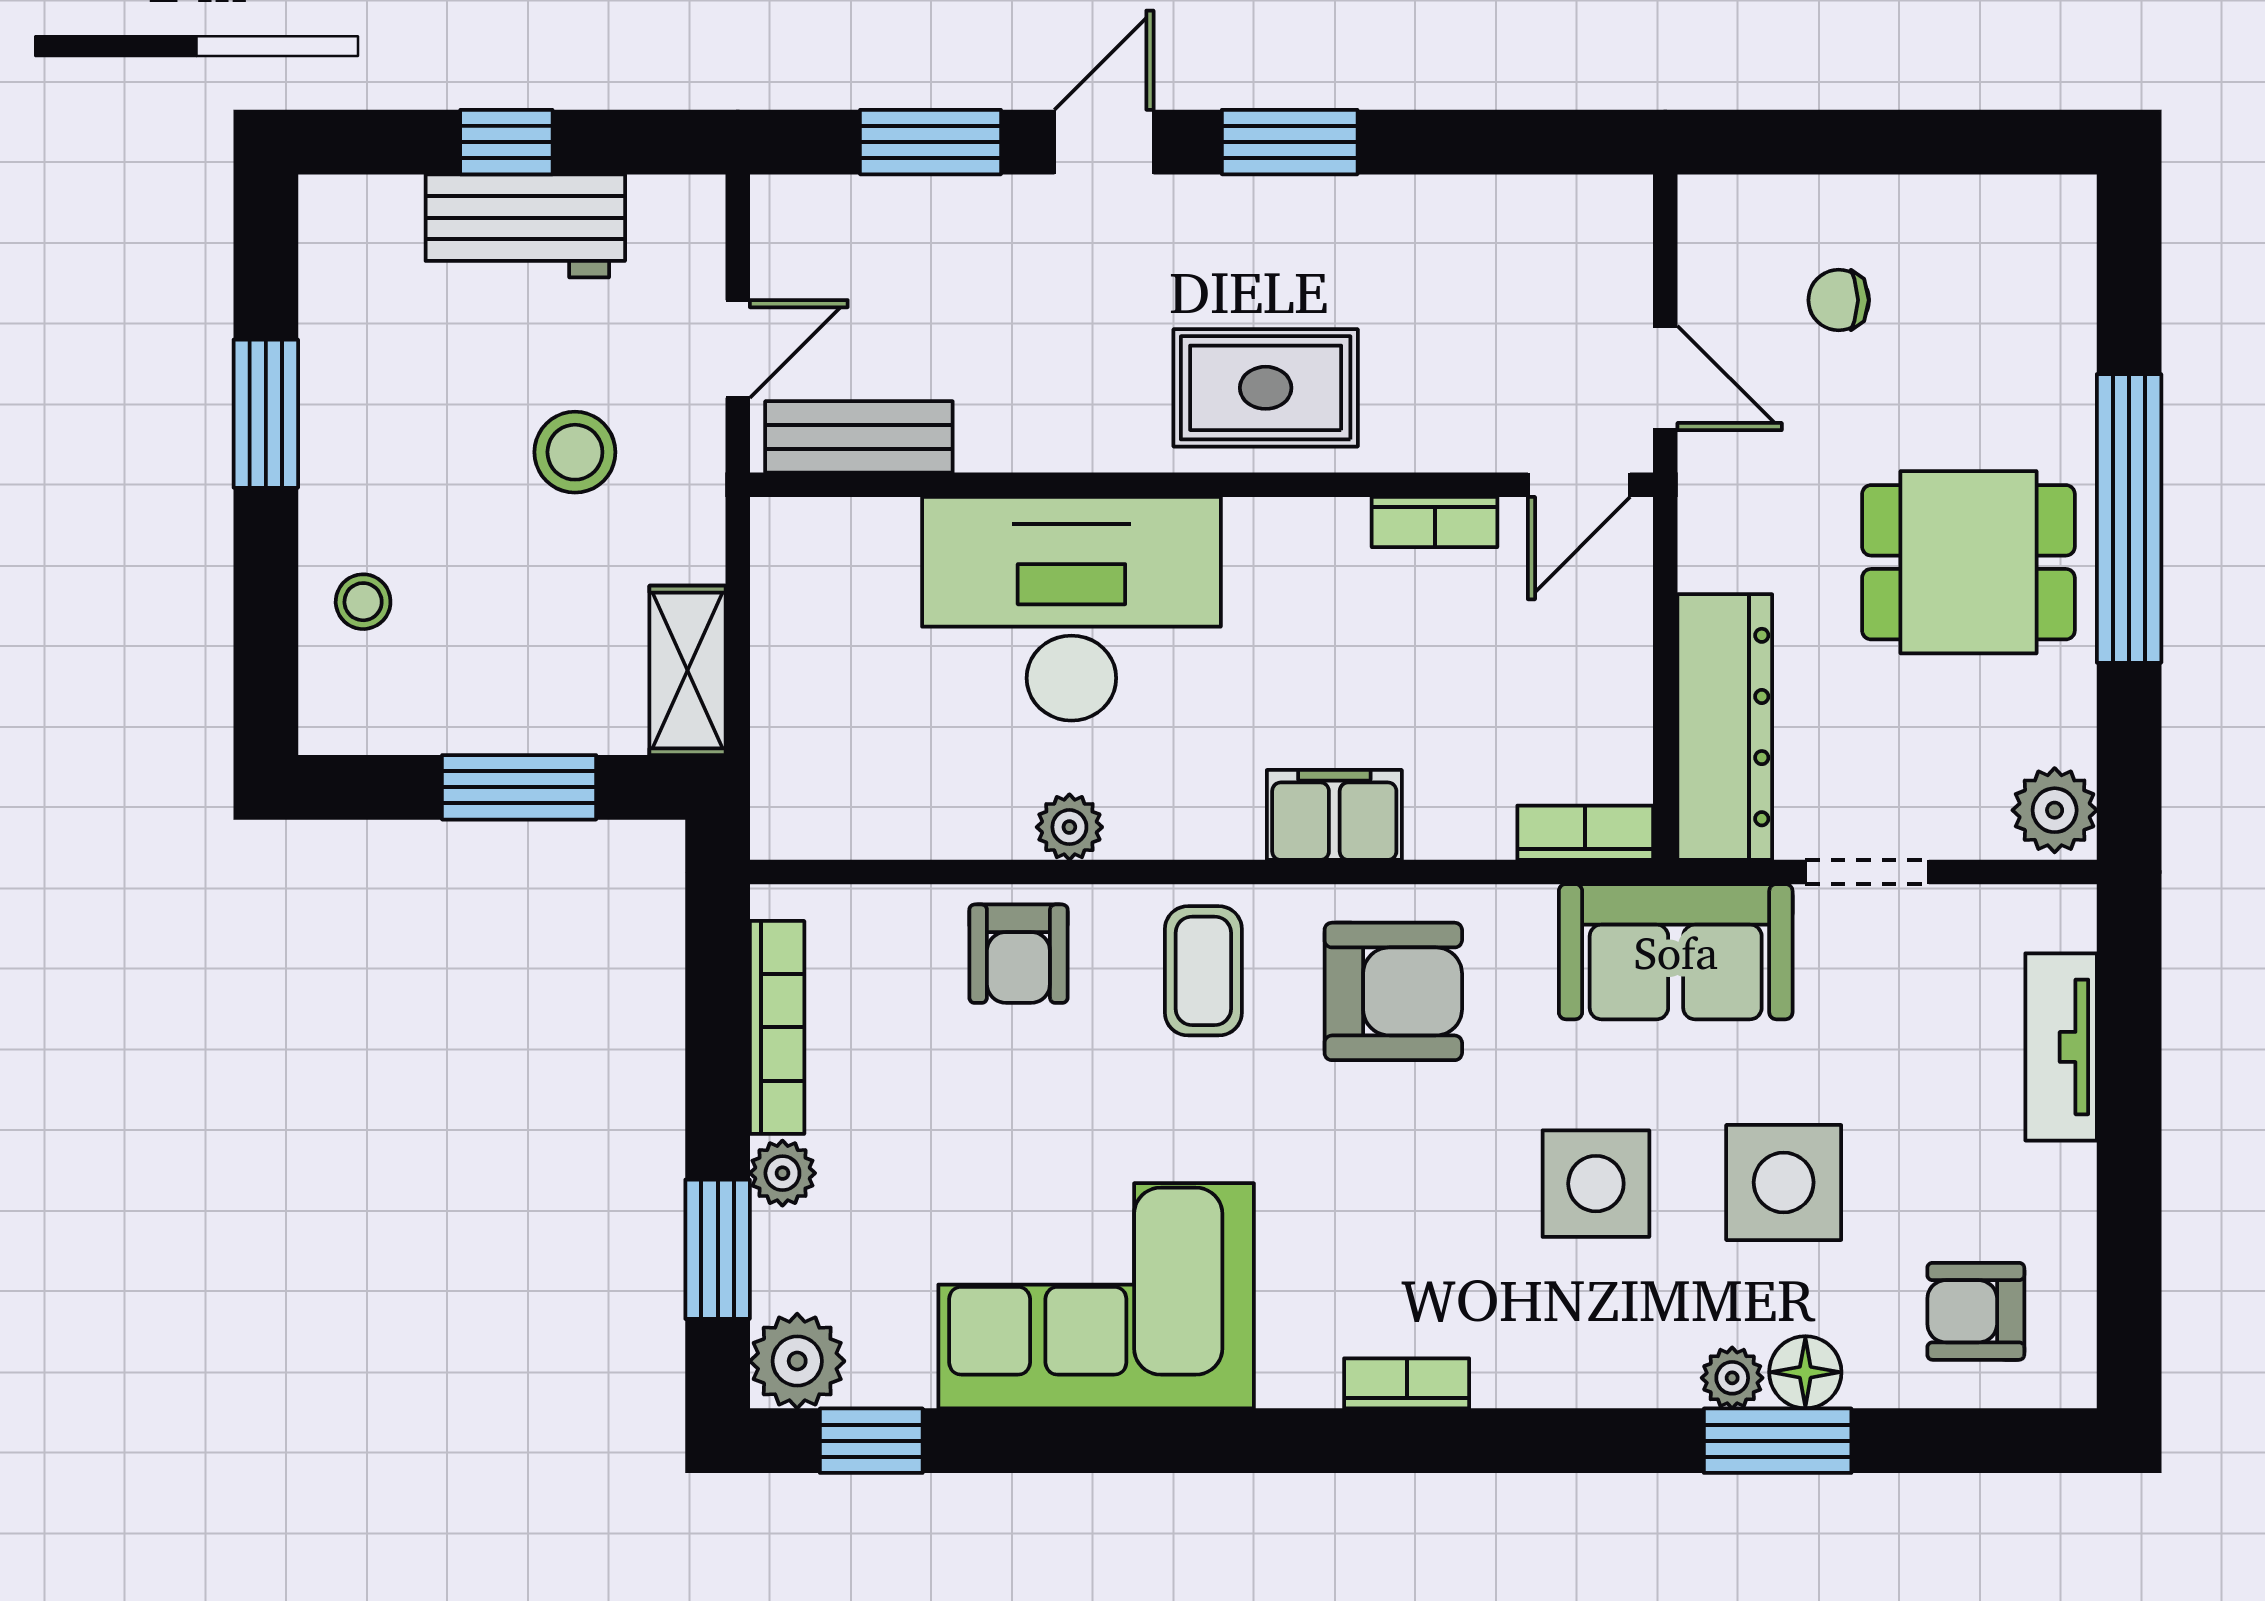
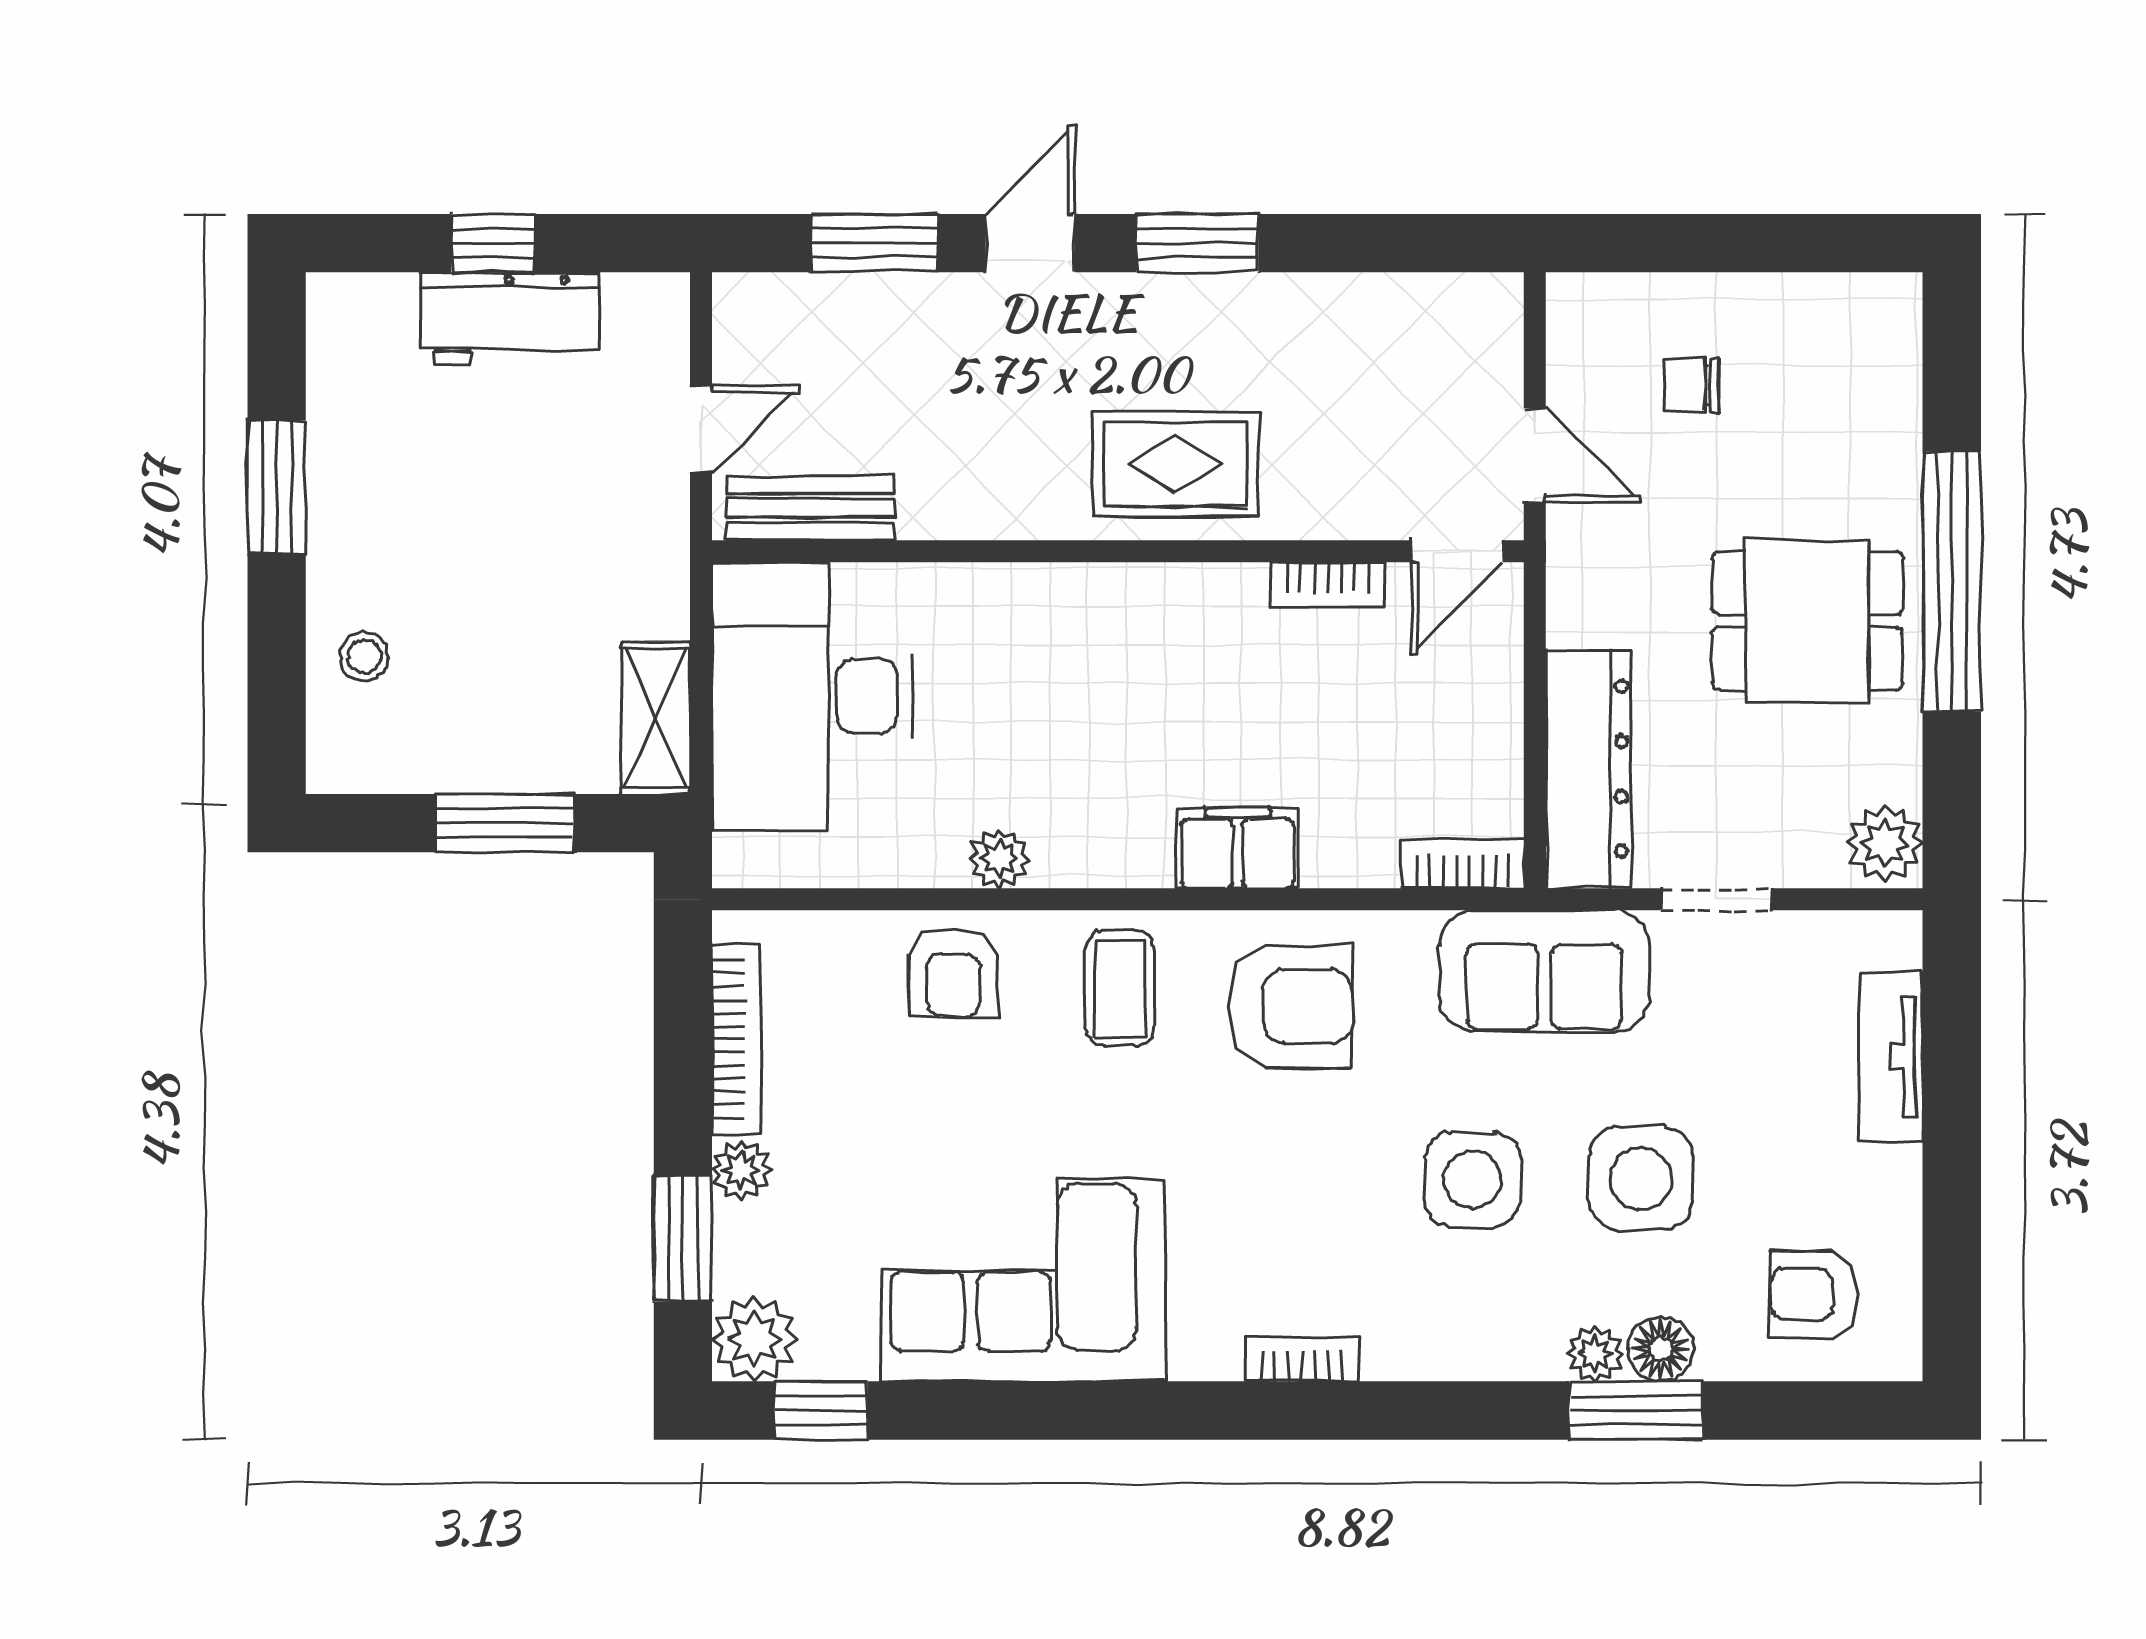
stool: (575, 452) -> (555, 522), removed
desk: (1071, 609) -> (812, 696), moved, turned -90

